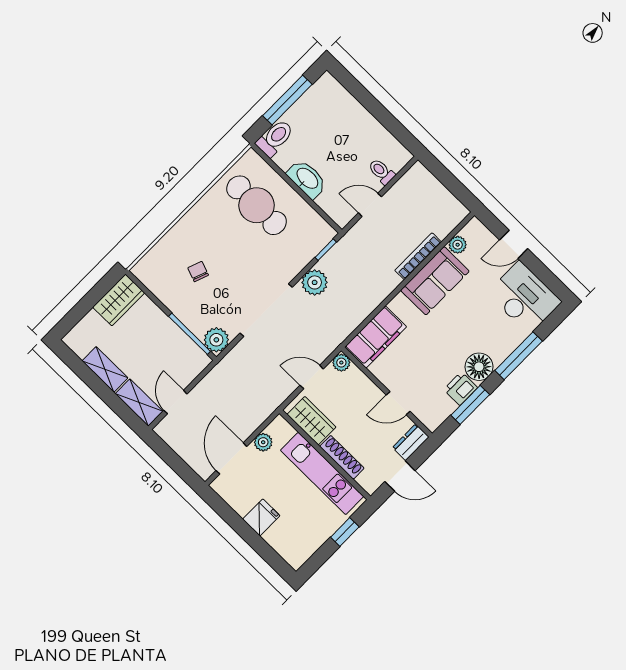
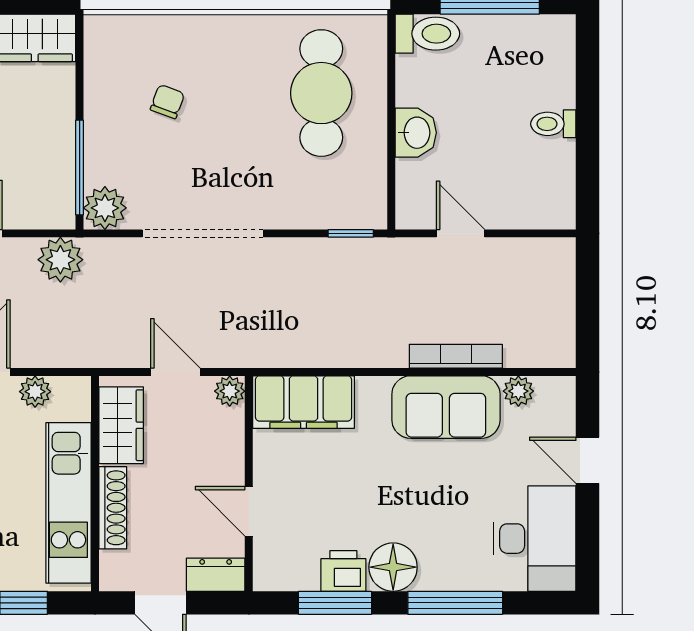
toilet: (381, 172) -> (553, 124), moved, turned -90
washbasin: (307, 179) -> (416, 133), width x0.72
plant: (315, 282) -> (60, 260), moved

